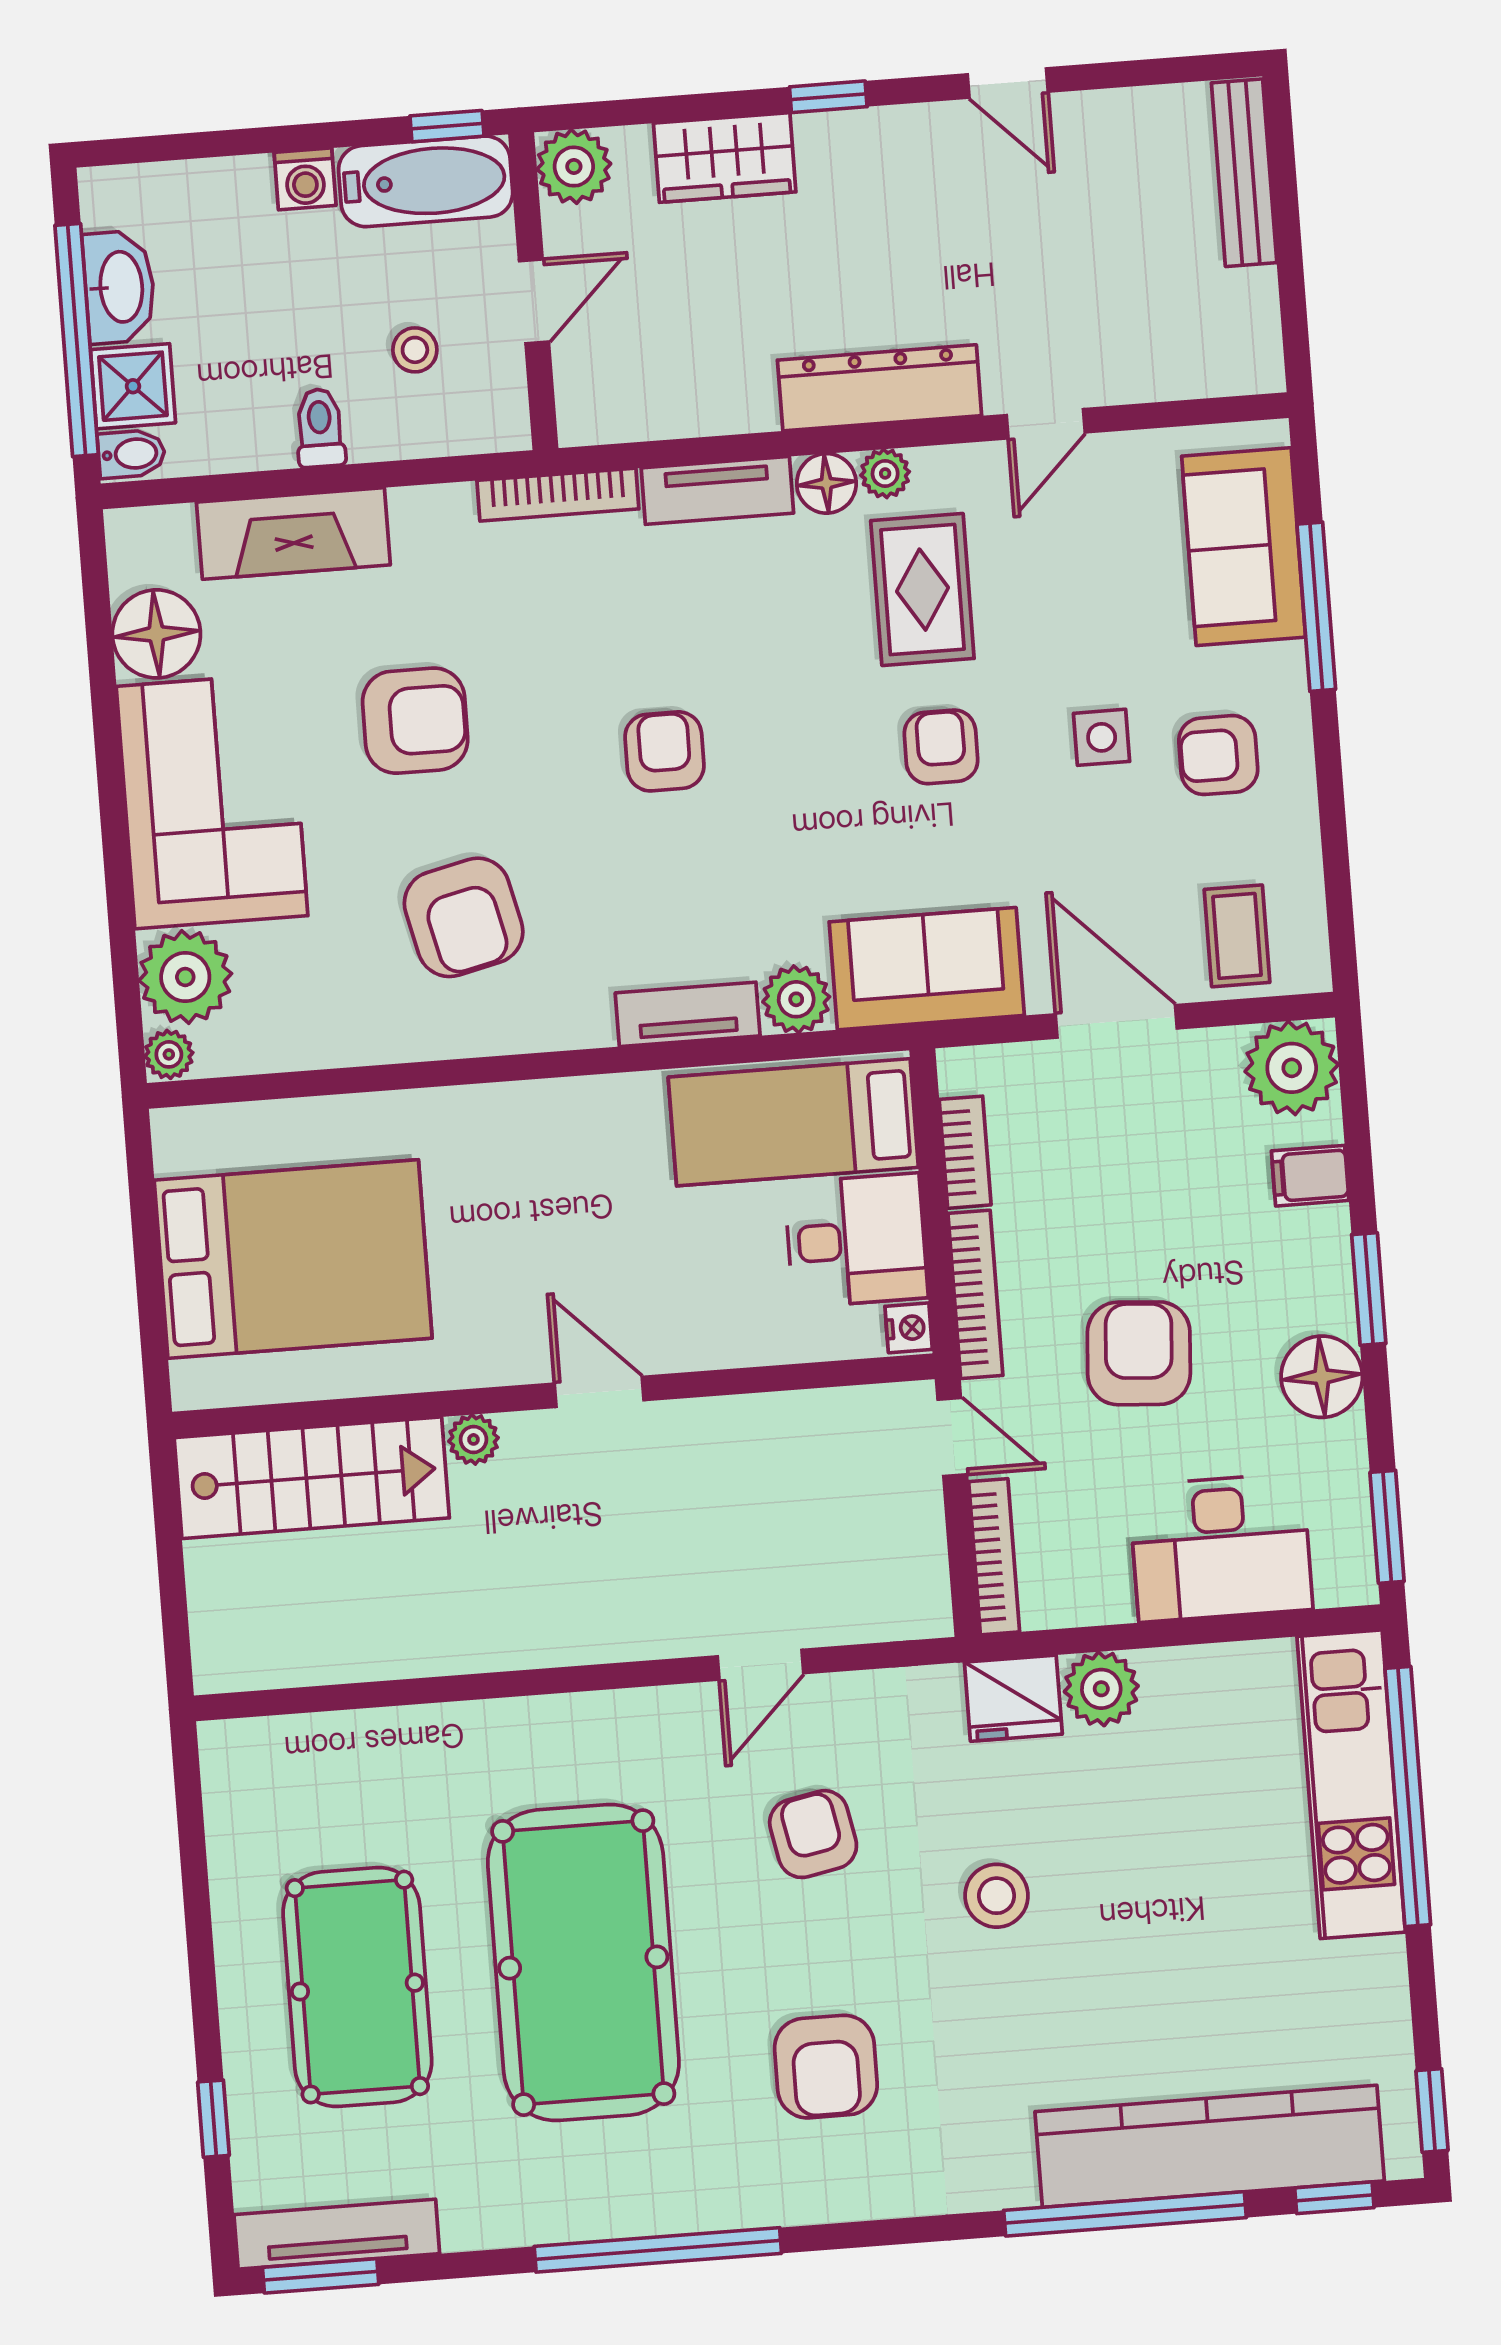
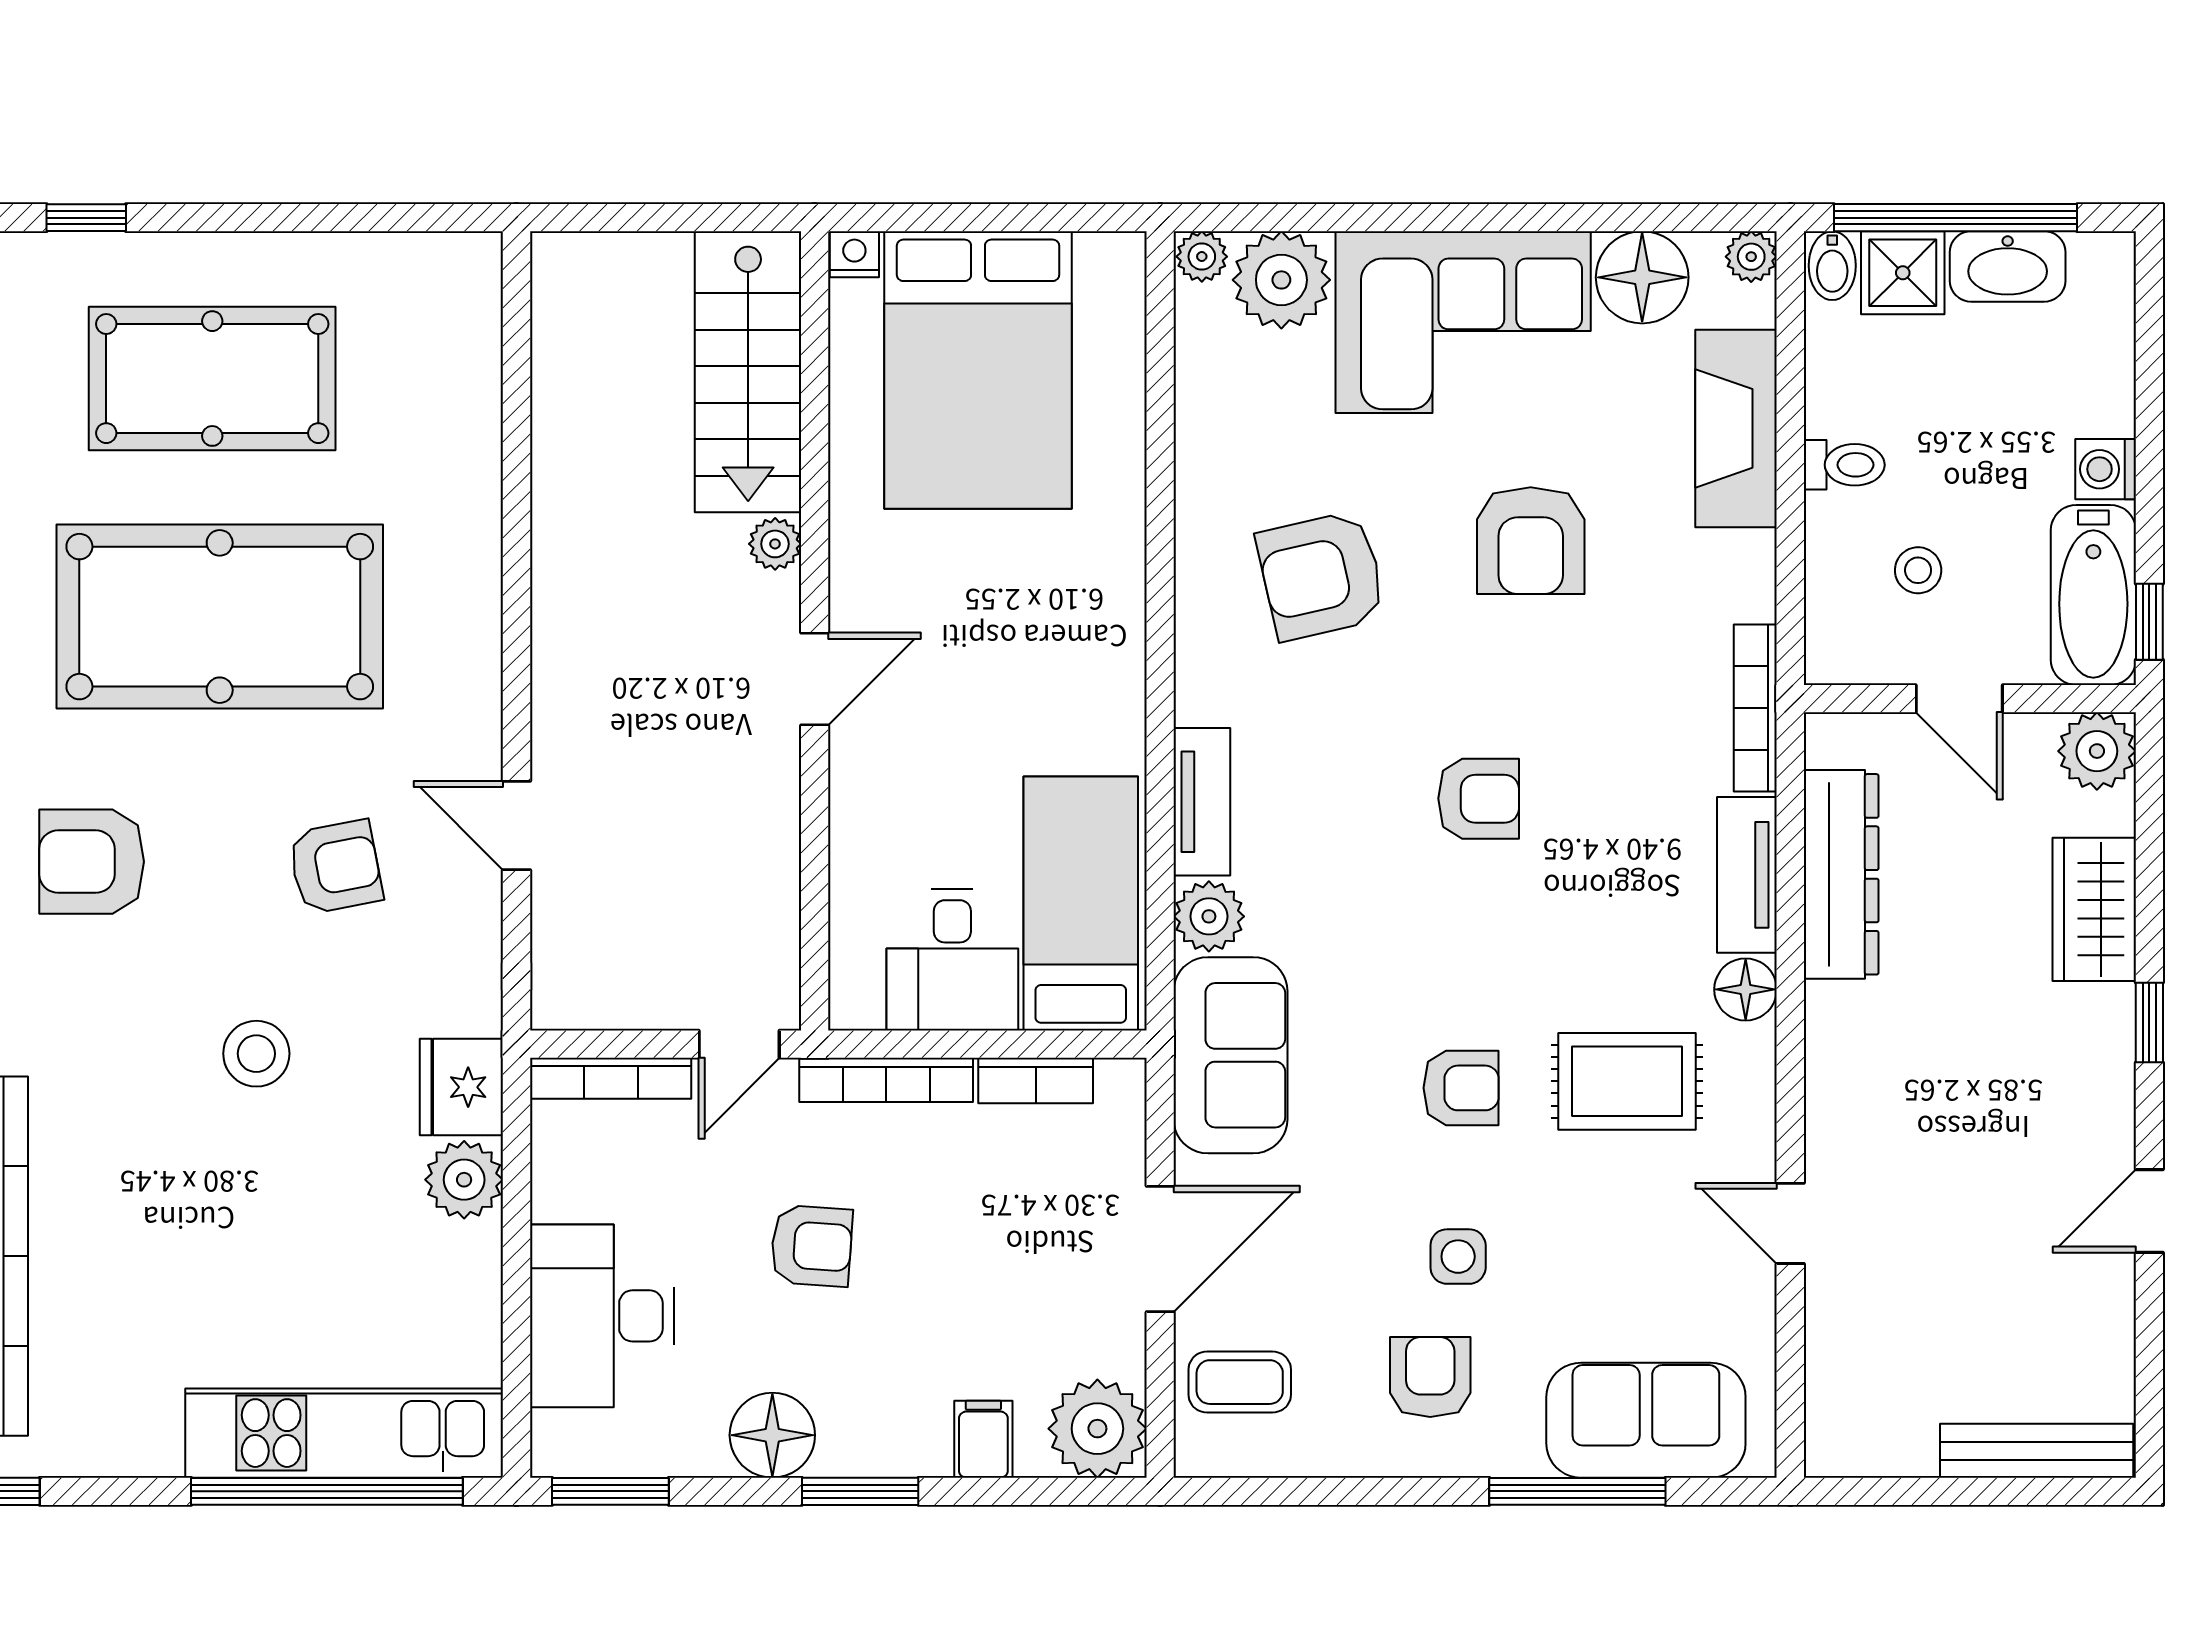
dresser: (880, 388) -> (1841, 874), moved
plant: (885, 473) -> (1751, 257), moved
nightstand: (909, 1328) -> (854, 254), moved, turned 180
armchair: (1139, 1353) -> (812, 1246), width x0.72, depth x0.72

